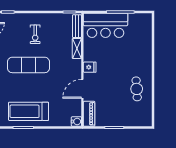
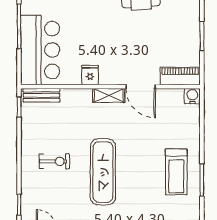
shelving: (77, 48) -> (109, 95), moved
fridge: (90, 67) -> (90, 75), moved
treadmill: (29, 111) -> (176, 172), width x0.73, depth x0.73

